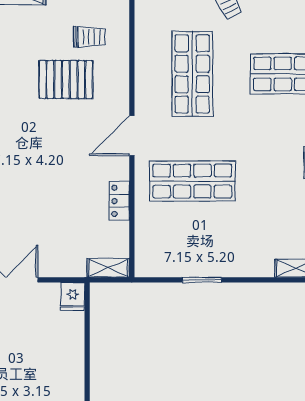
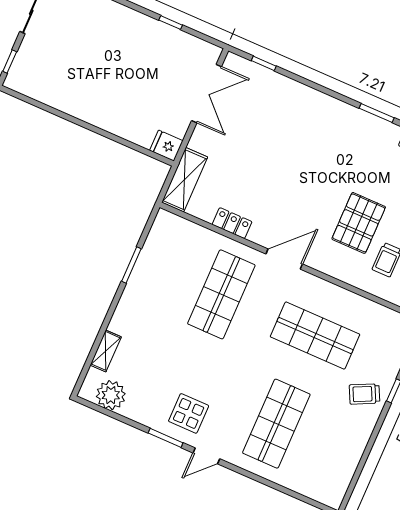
door: (132, 136) -> (284, 259), hinge flipped
shelving: (108, 268) -> (185, 180), width x1.50, depth x1.33

